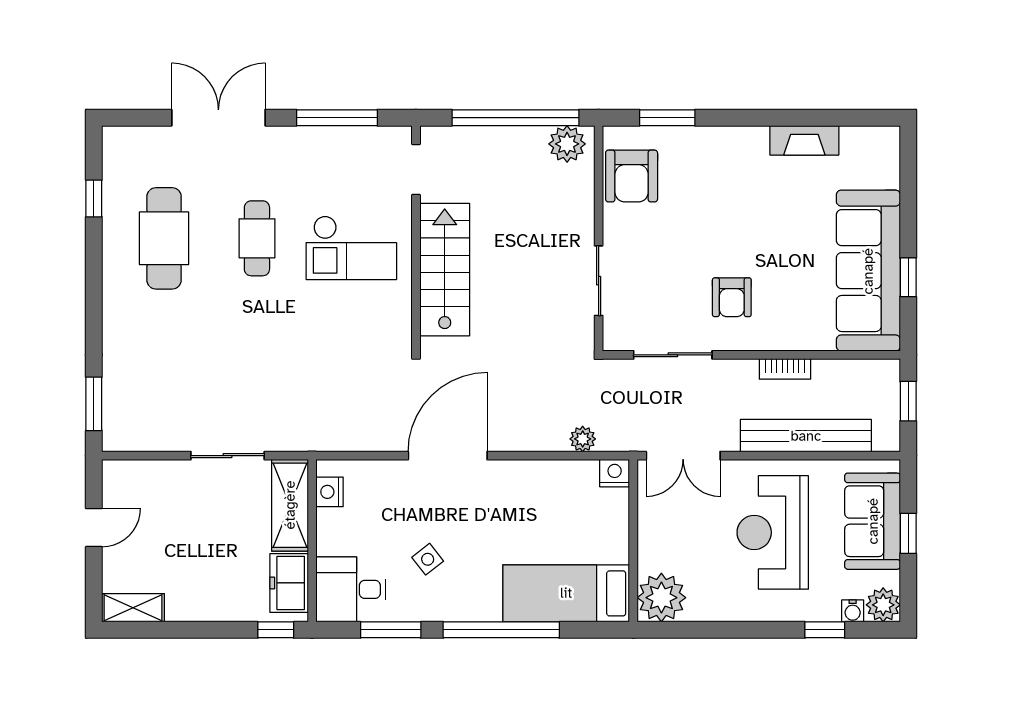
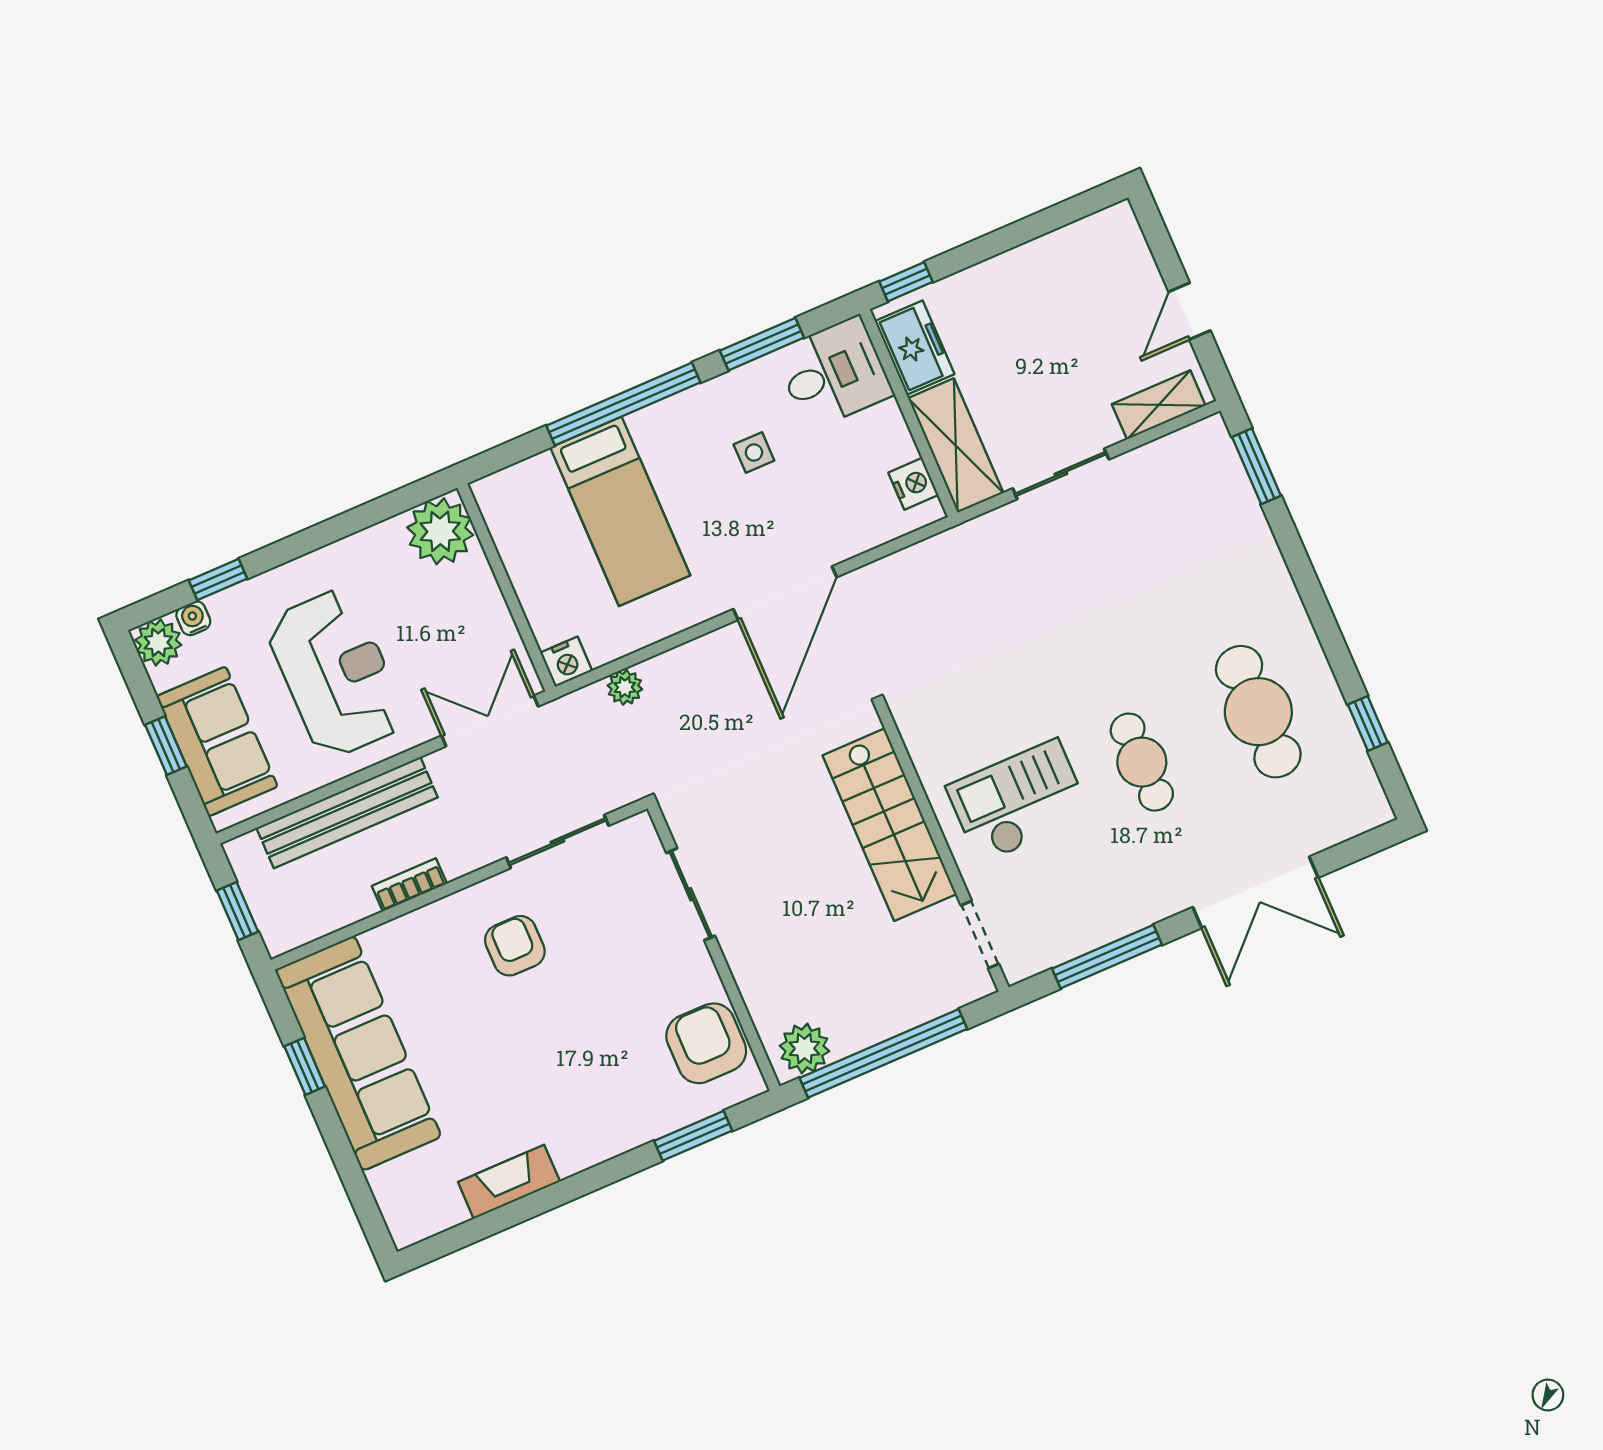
side table: (428, 559) -> (754, 453), turned 38
bed: (566, 593) -> (620, 511), moved, turned 90
shelving: (133, 608) -> (1159, 405), moved

